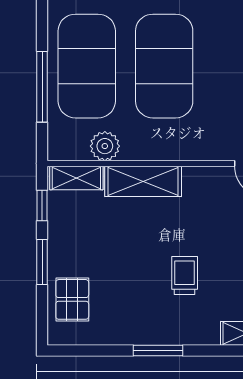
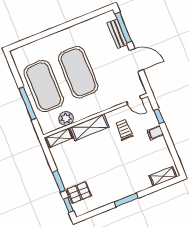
window: (42, 205) -> (68, 205), moved
trolley: (185, 276) -> (124, 130), moved
pallet: (72, 299) -> (79, 193), turned 90

